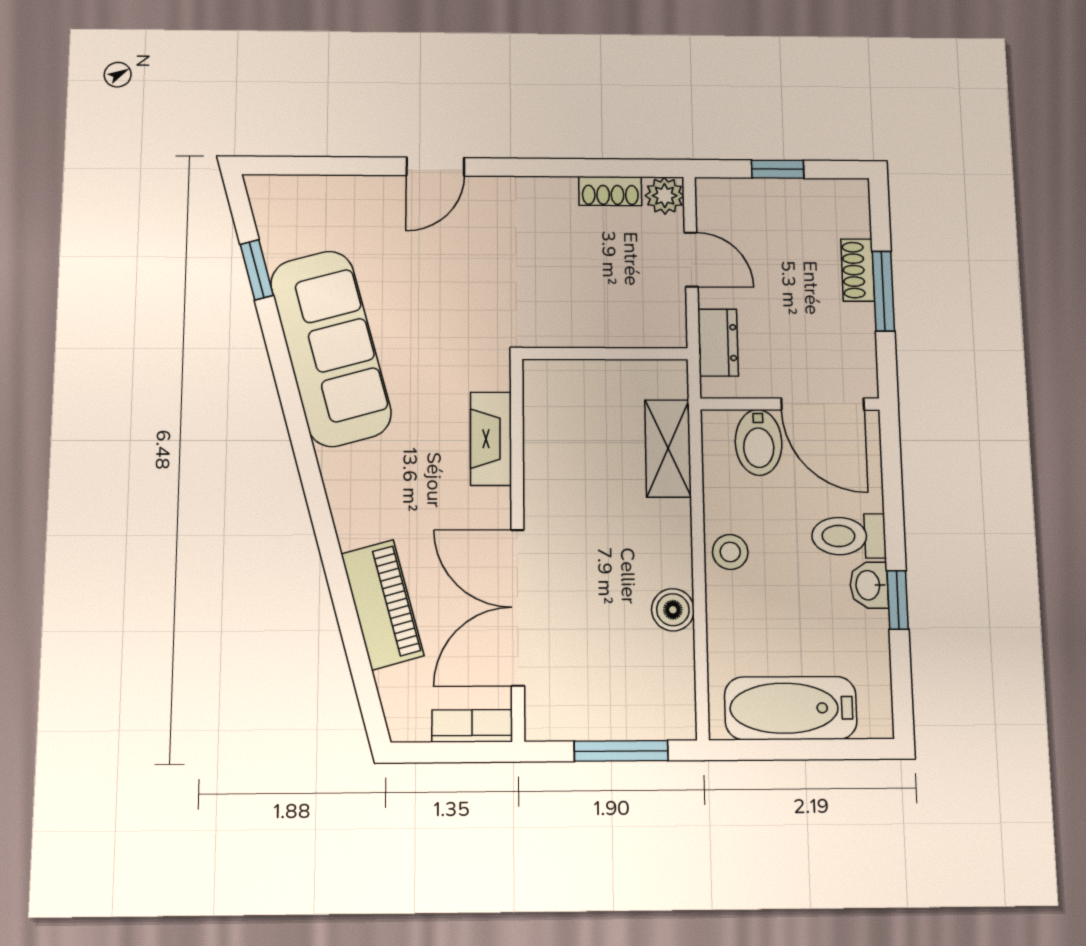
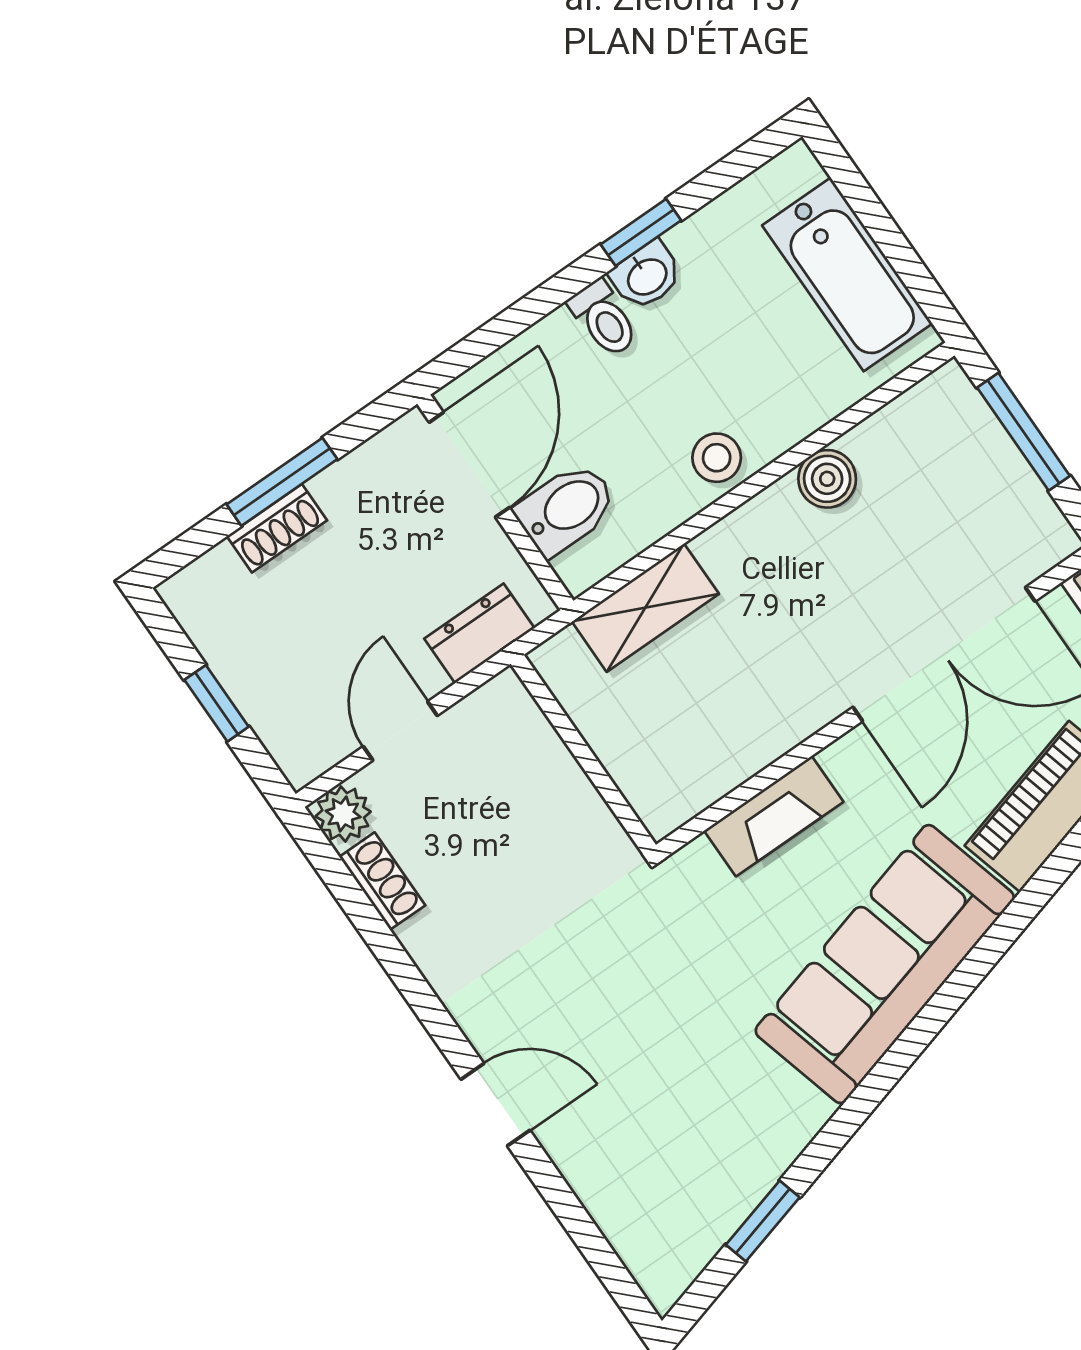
sofa: (331, 348) -> (885, 964), moved
toilet: (849, 536) -> (604, 319), width x0.73, depth x0.72

